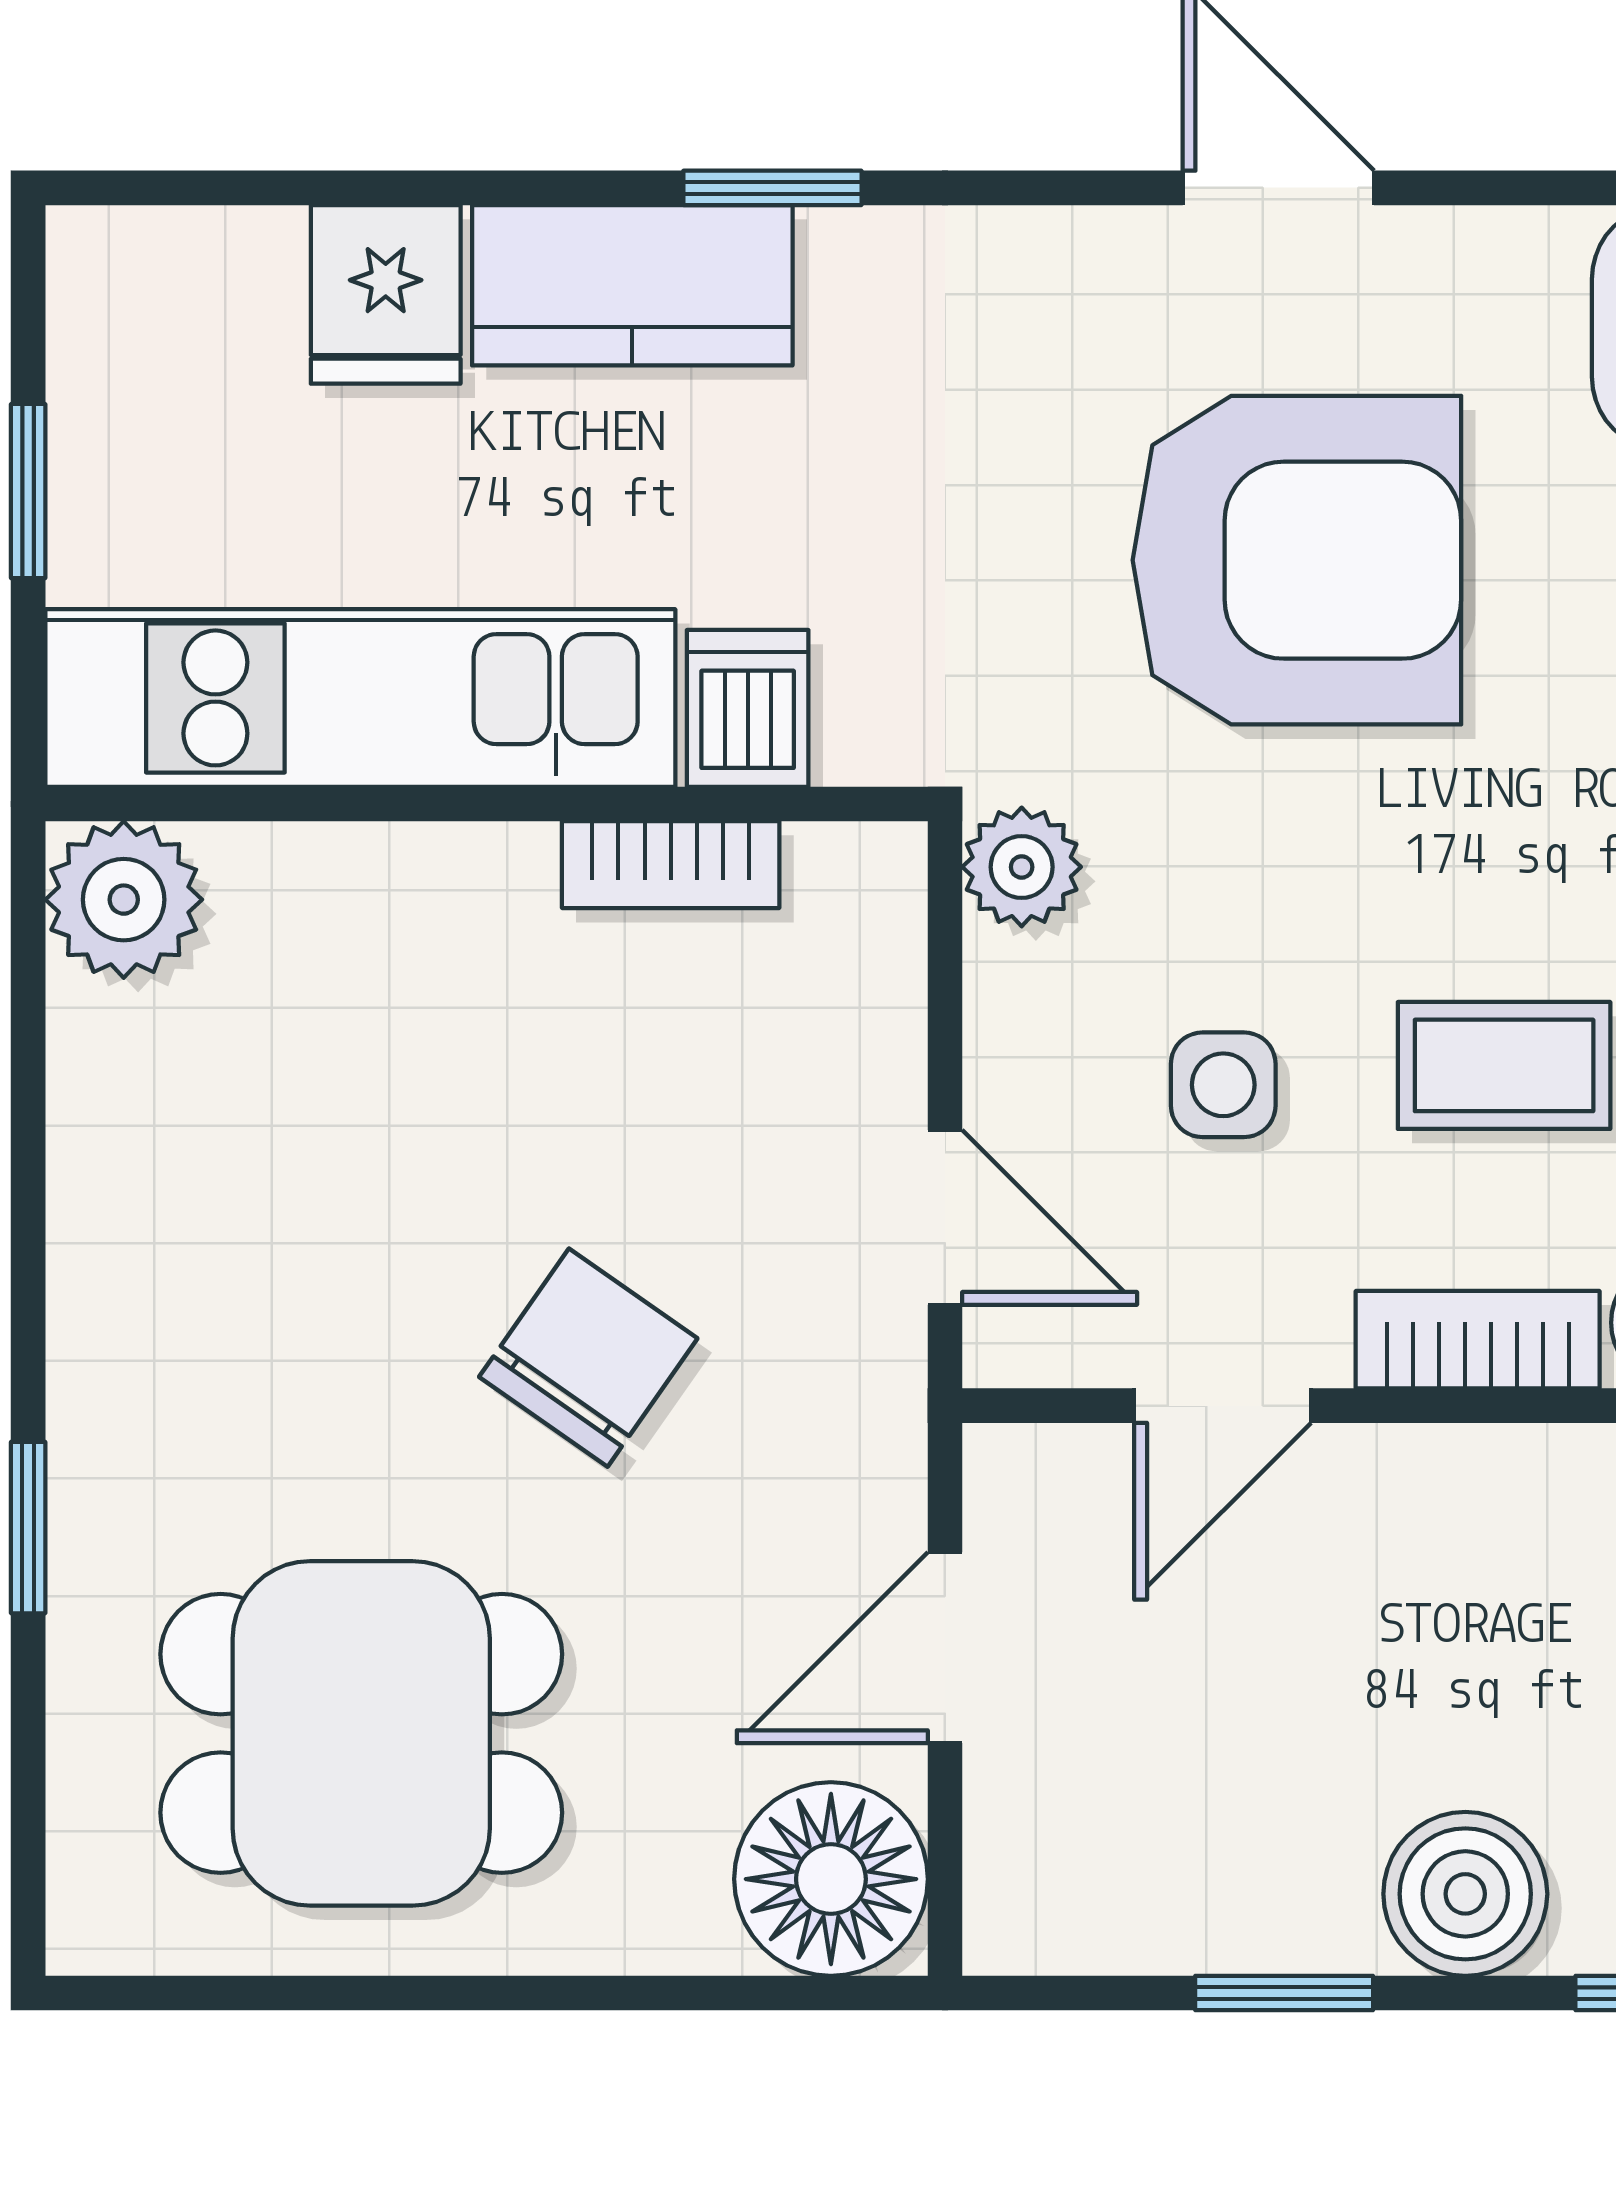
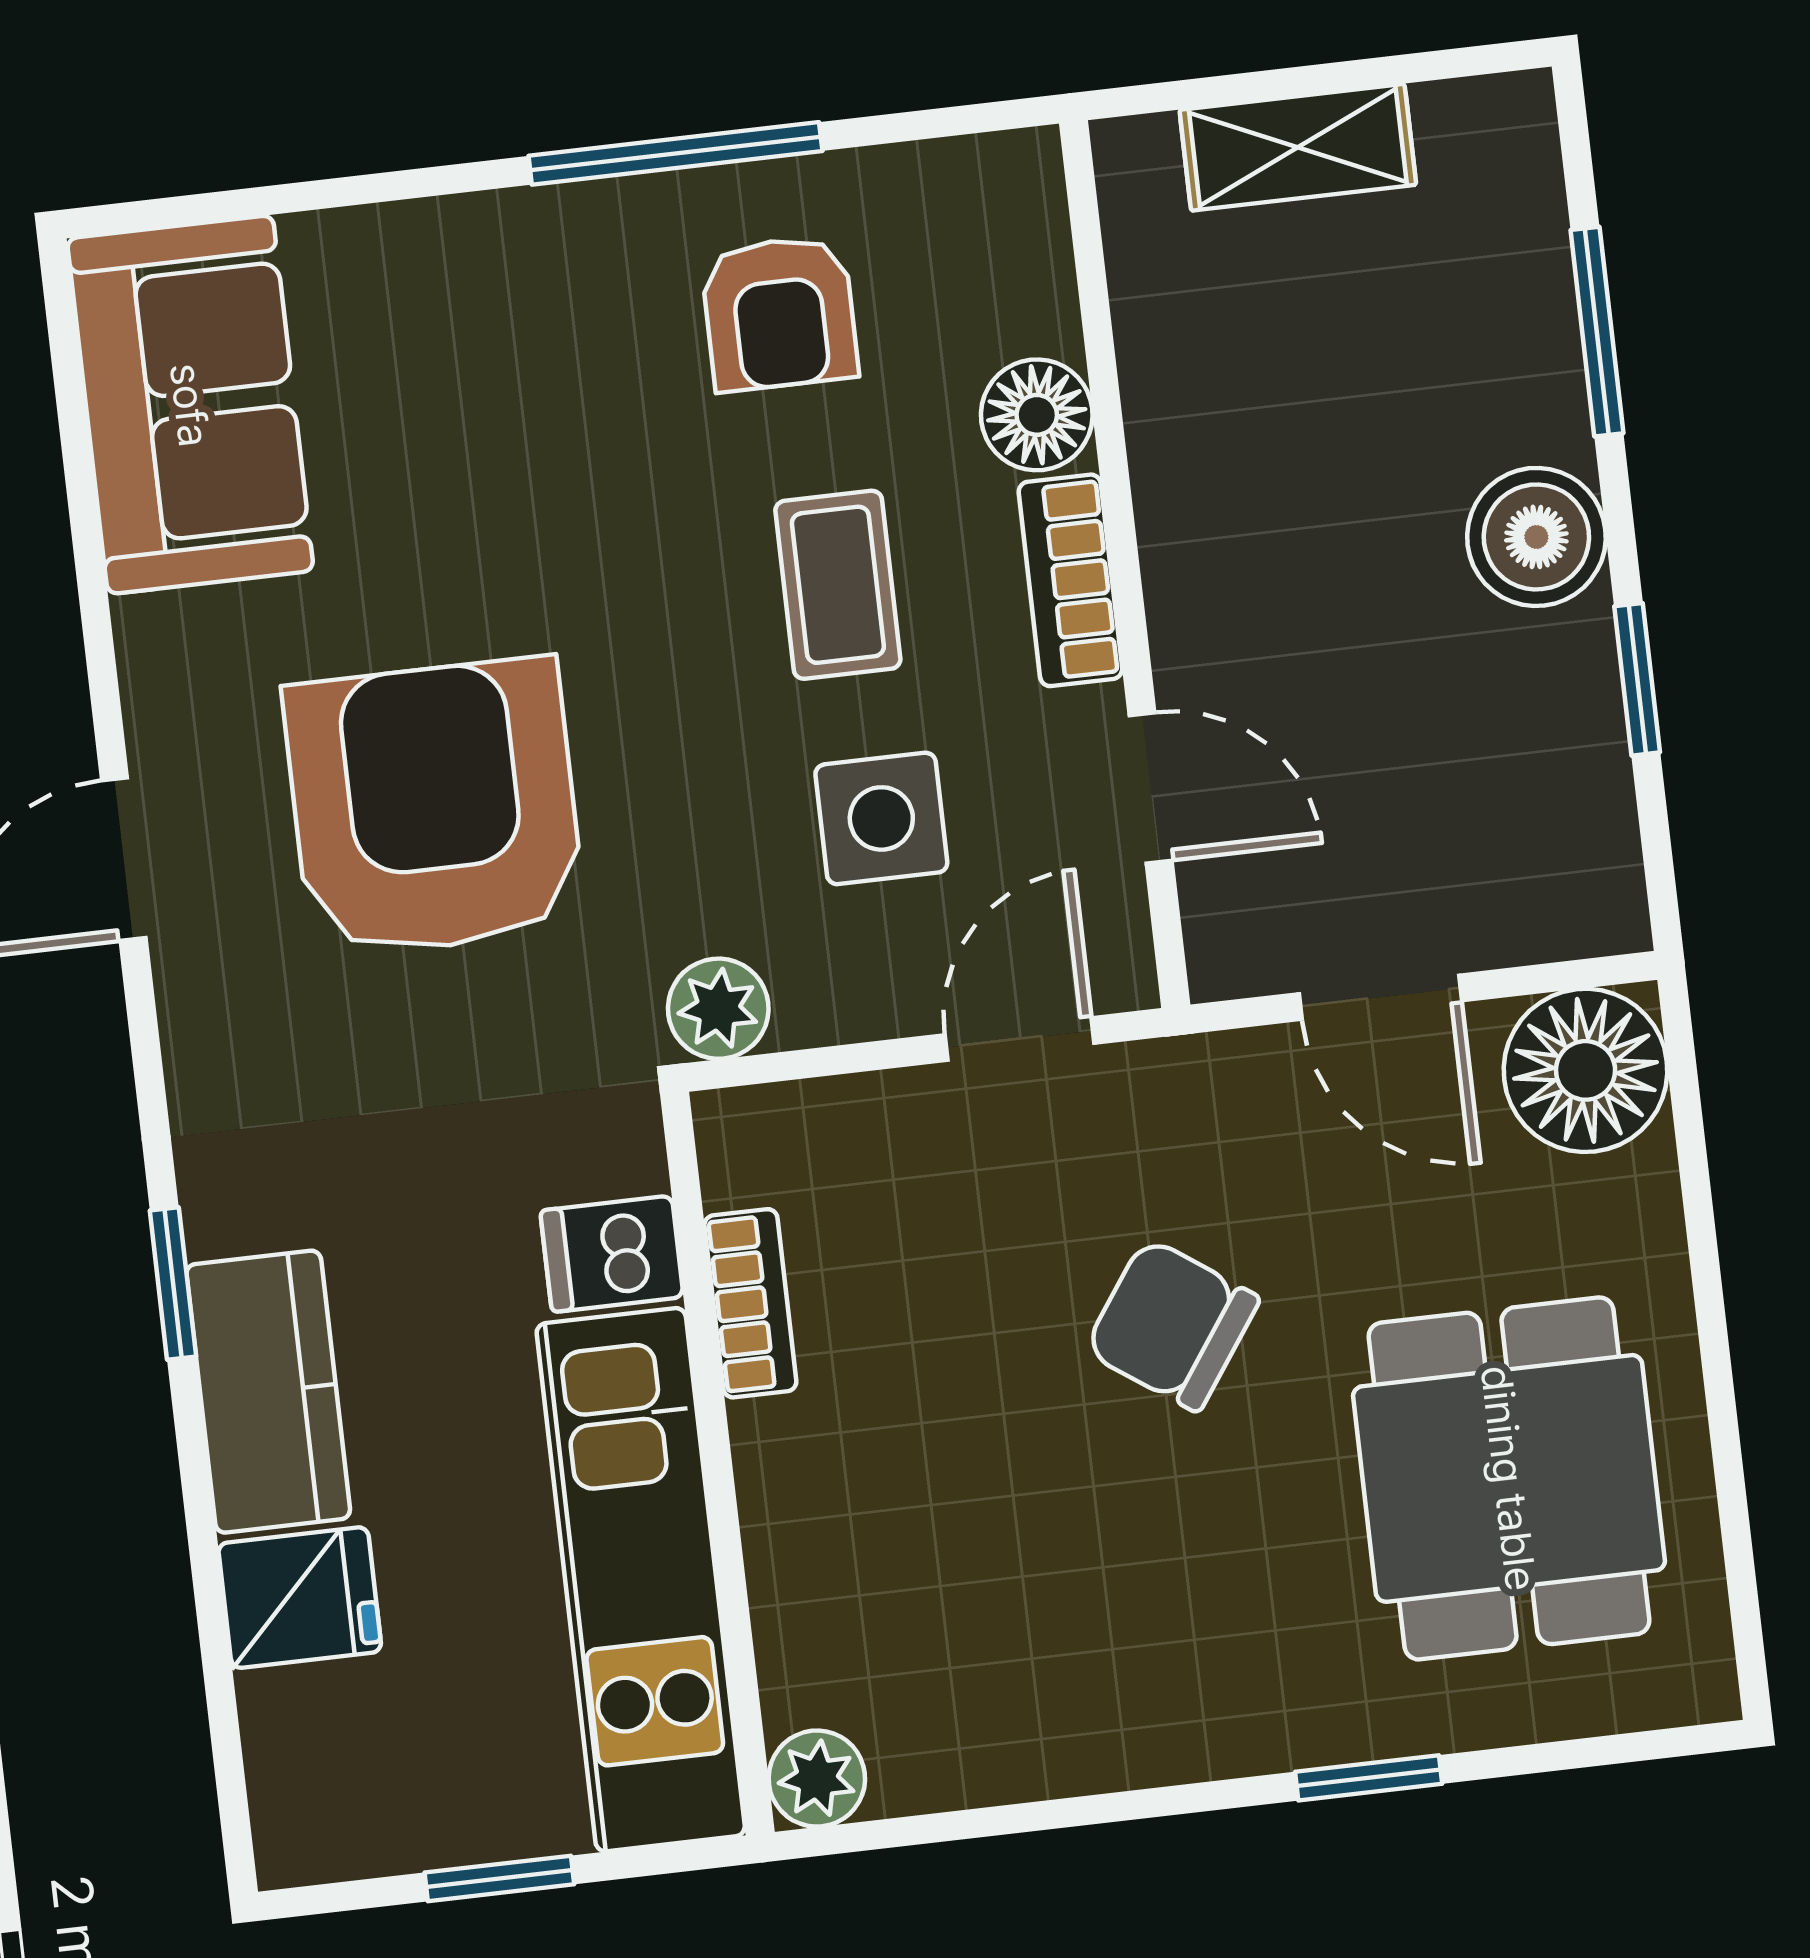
plant: (124, 900) -> (817, 1779), width x0.73, depth x0.73
side table: (1223, 1085) -> (881, 818), width x1.37, depth x1.37

